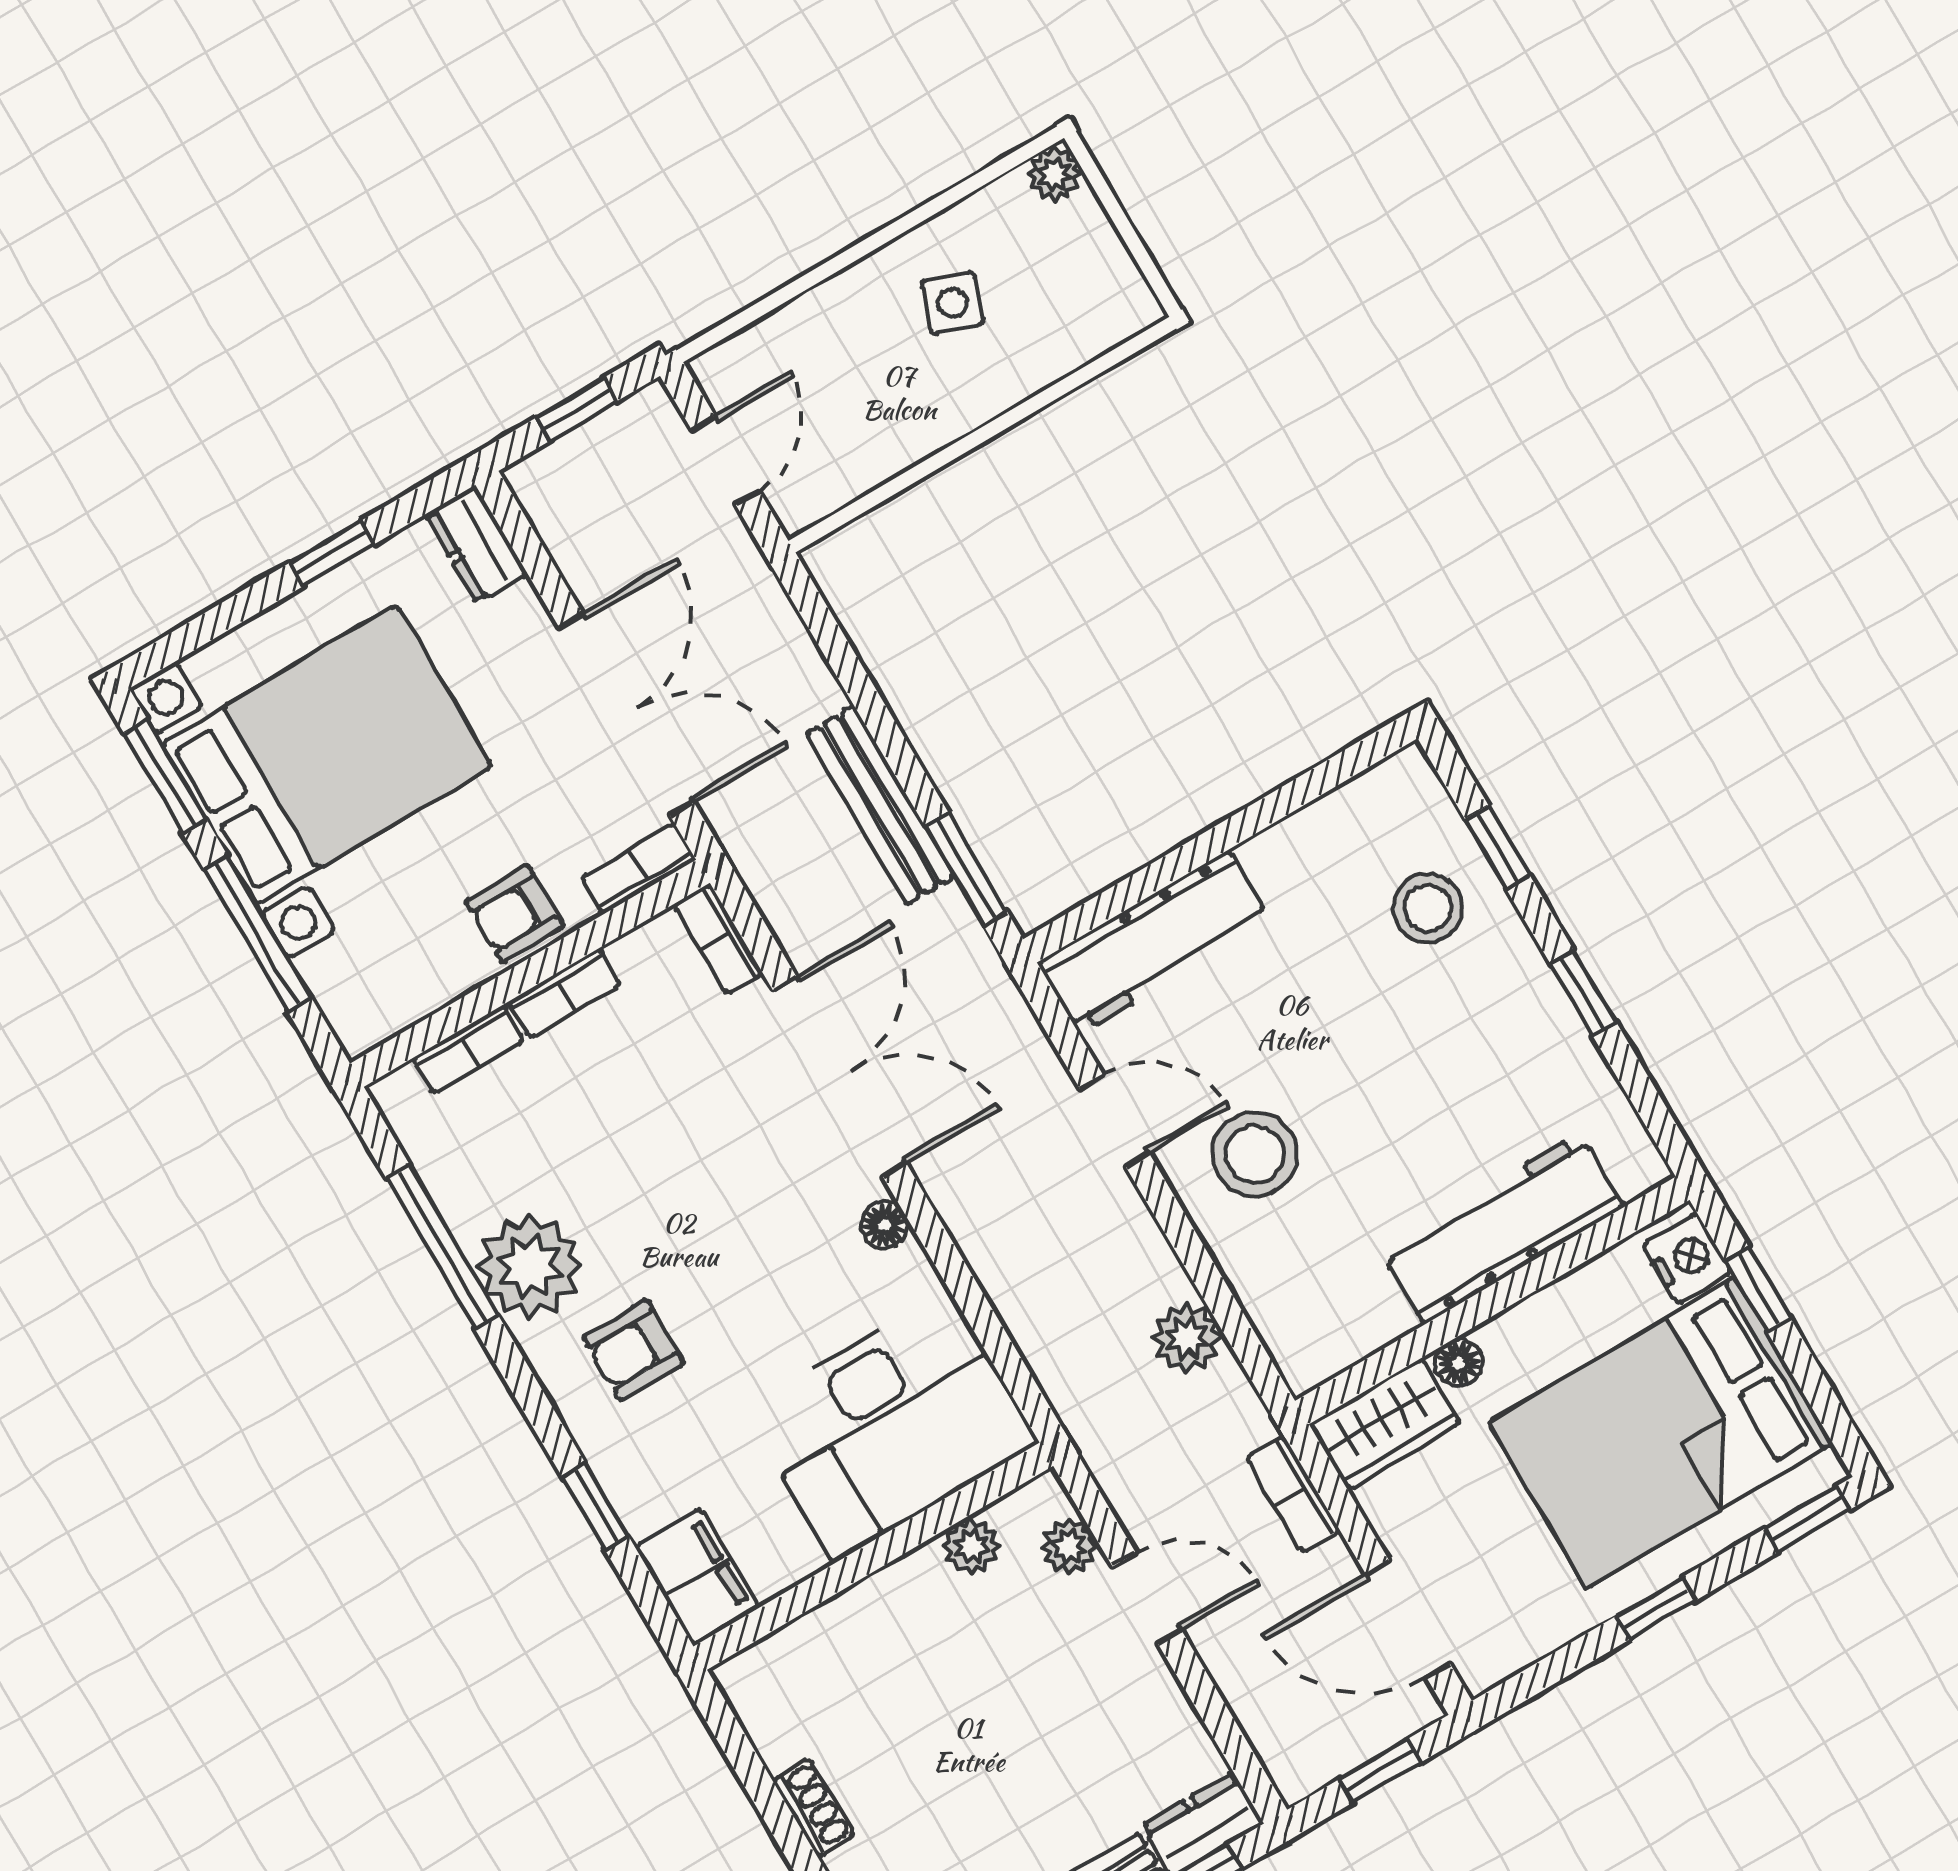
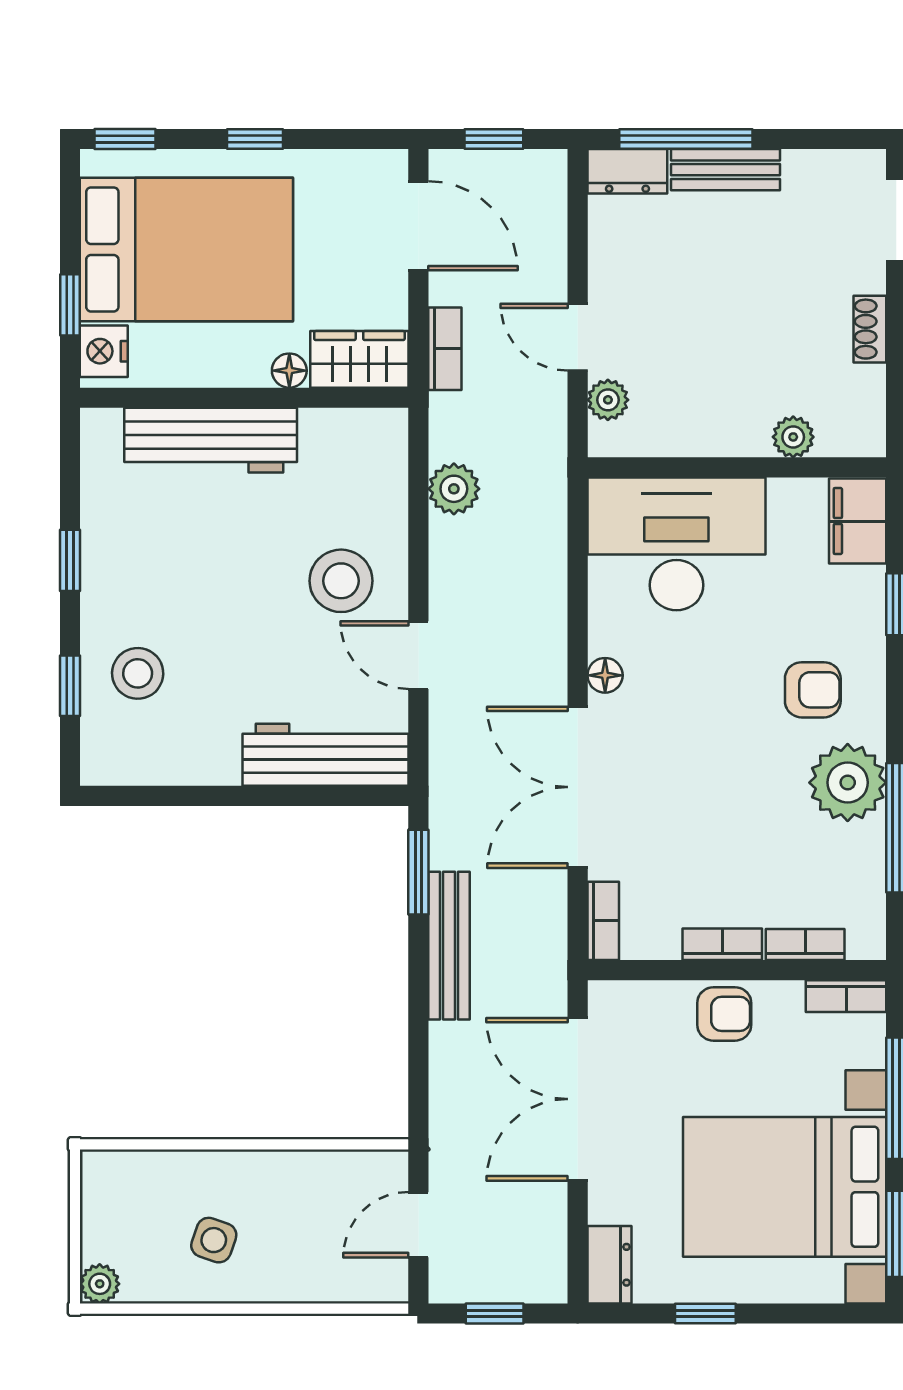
bookcase: (639, 869) -> (846, 996), moved
plant: (971, 1546) -> (793, 437), moved

